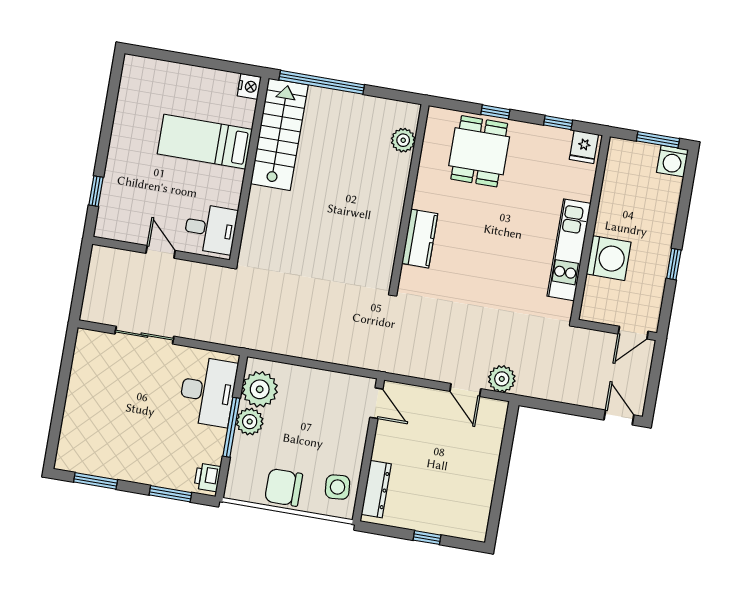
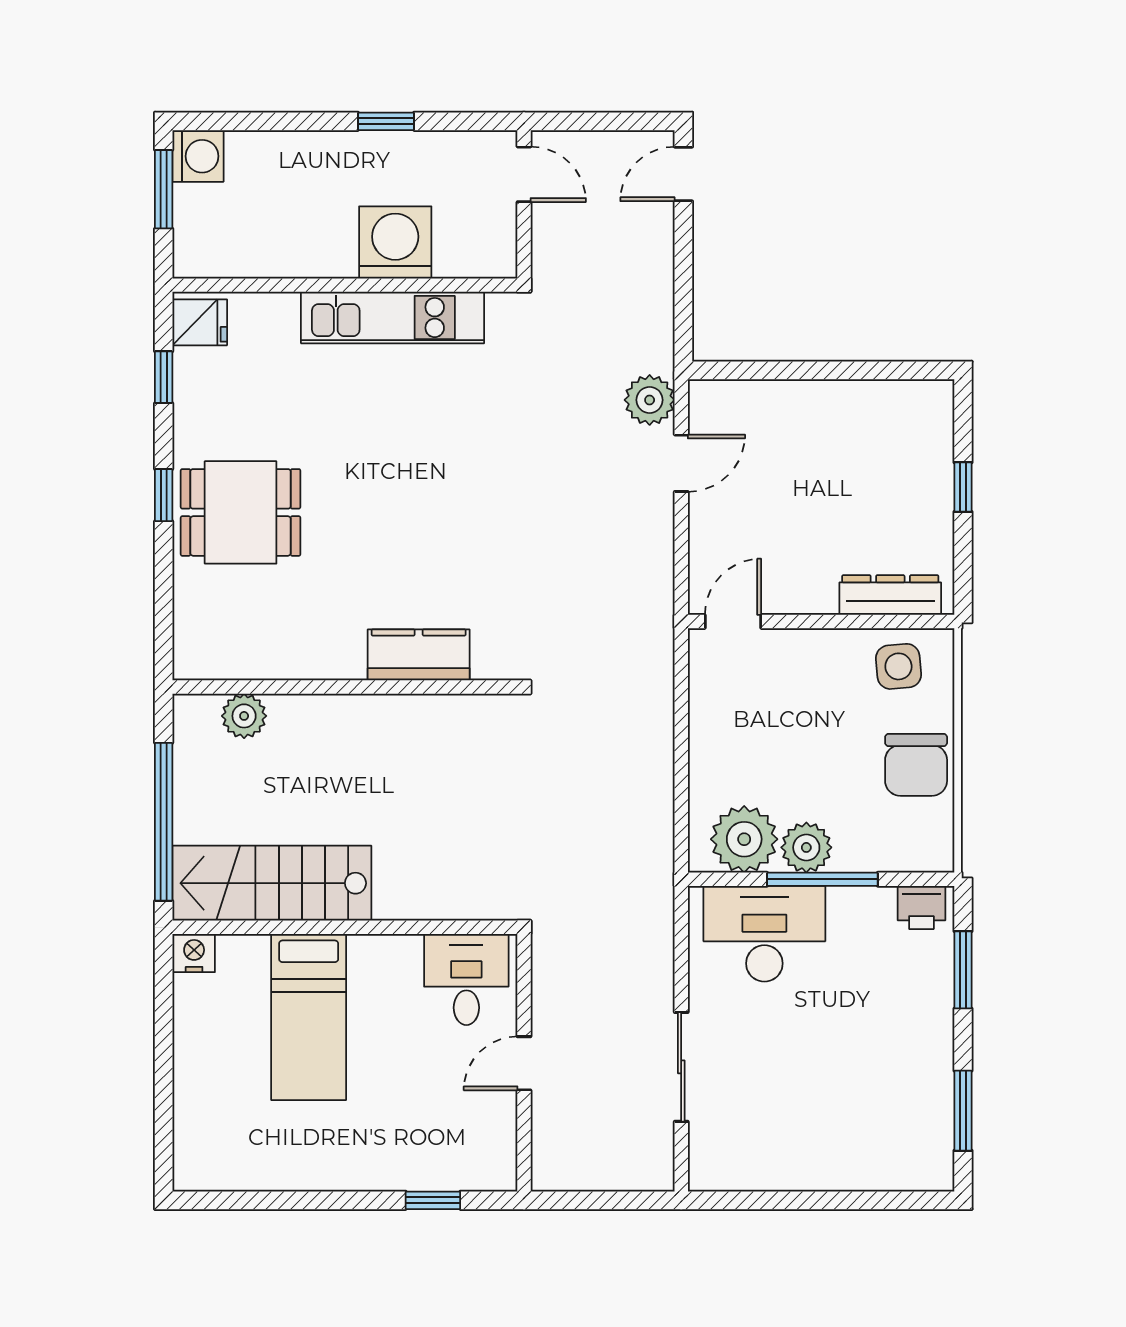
plant: (403, 140) -> (244, 716), moved
wall: (409, 196) -> (345, 687), moved
kitchen counter: (420, 239) -> (419, 655), moved

